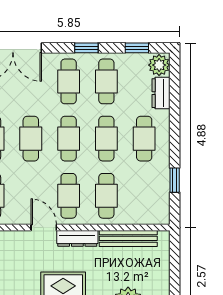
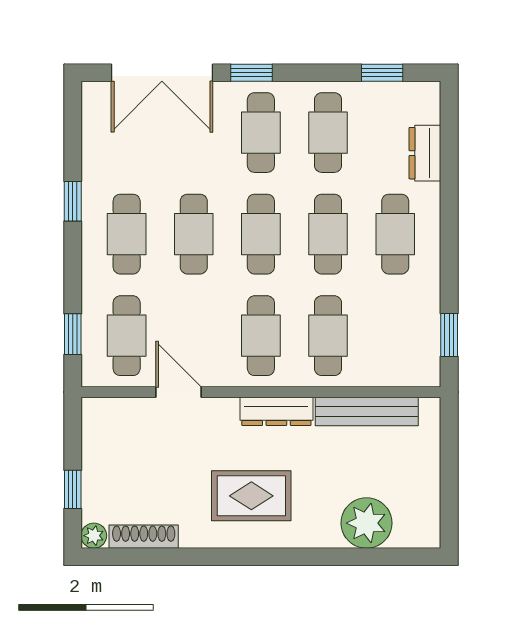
window: (86, 48) -> (252, 73), moved
plant: (159, 65) -> (422, 103), removed
window: (175, 180) -> (449, 335), moved
door: (44, 228) -> (179, 392), moved

